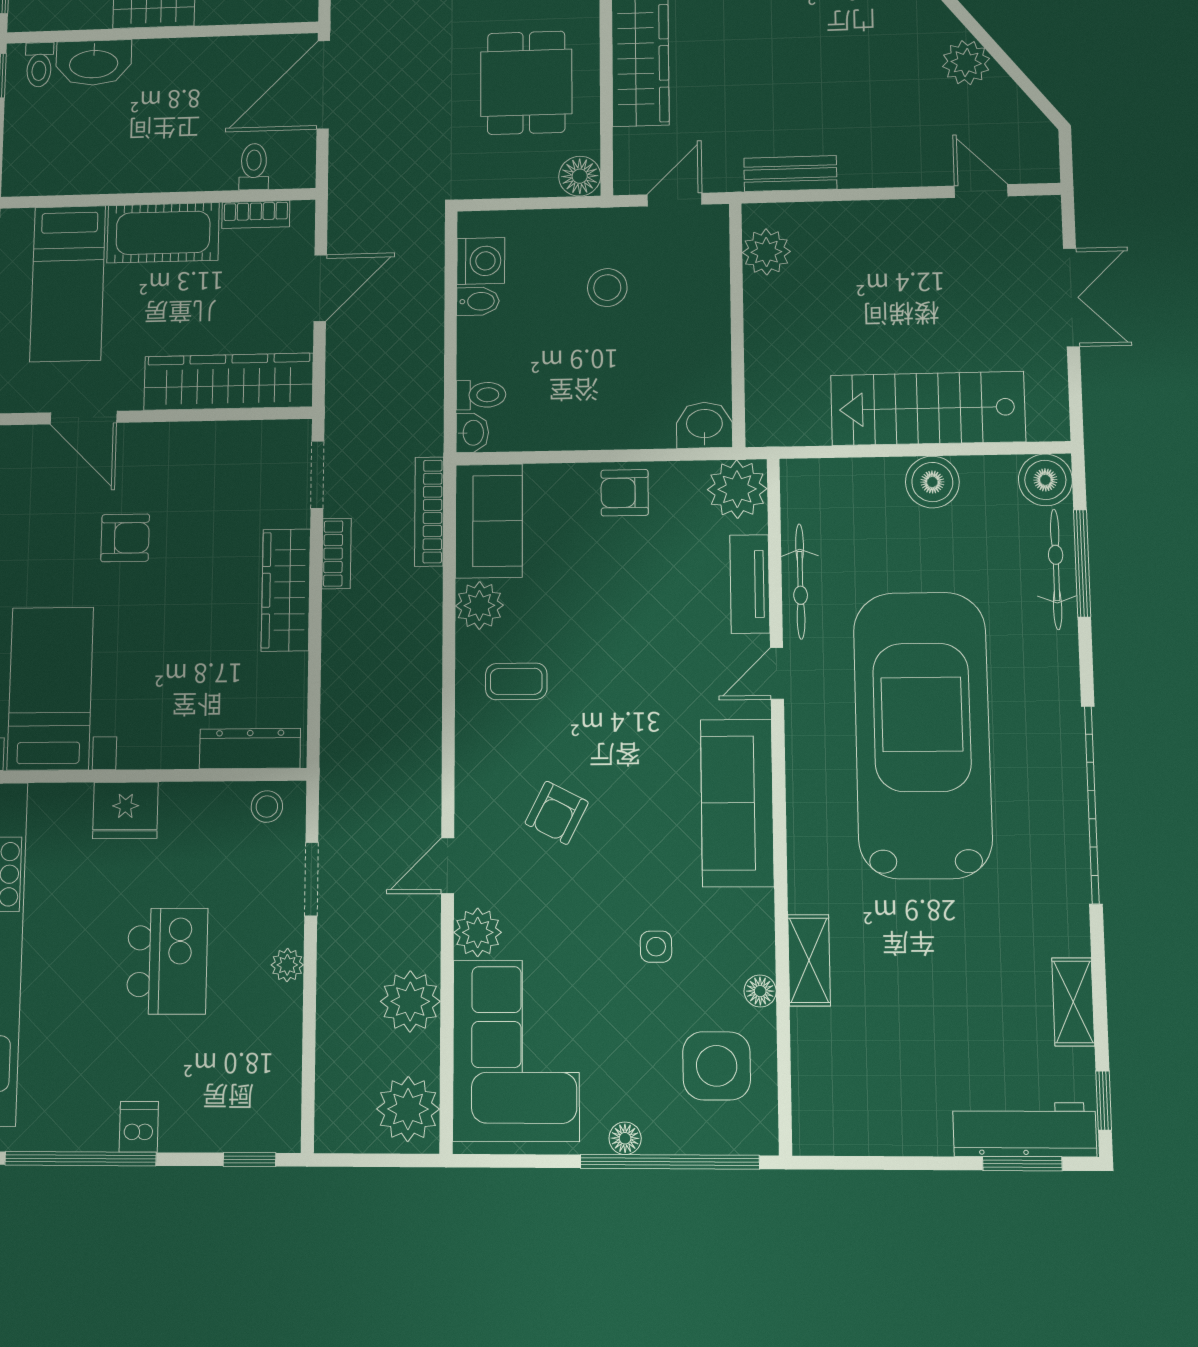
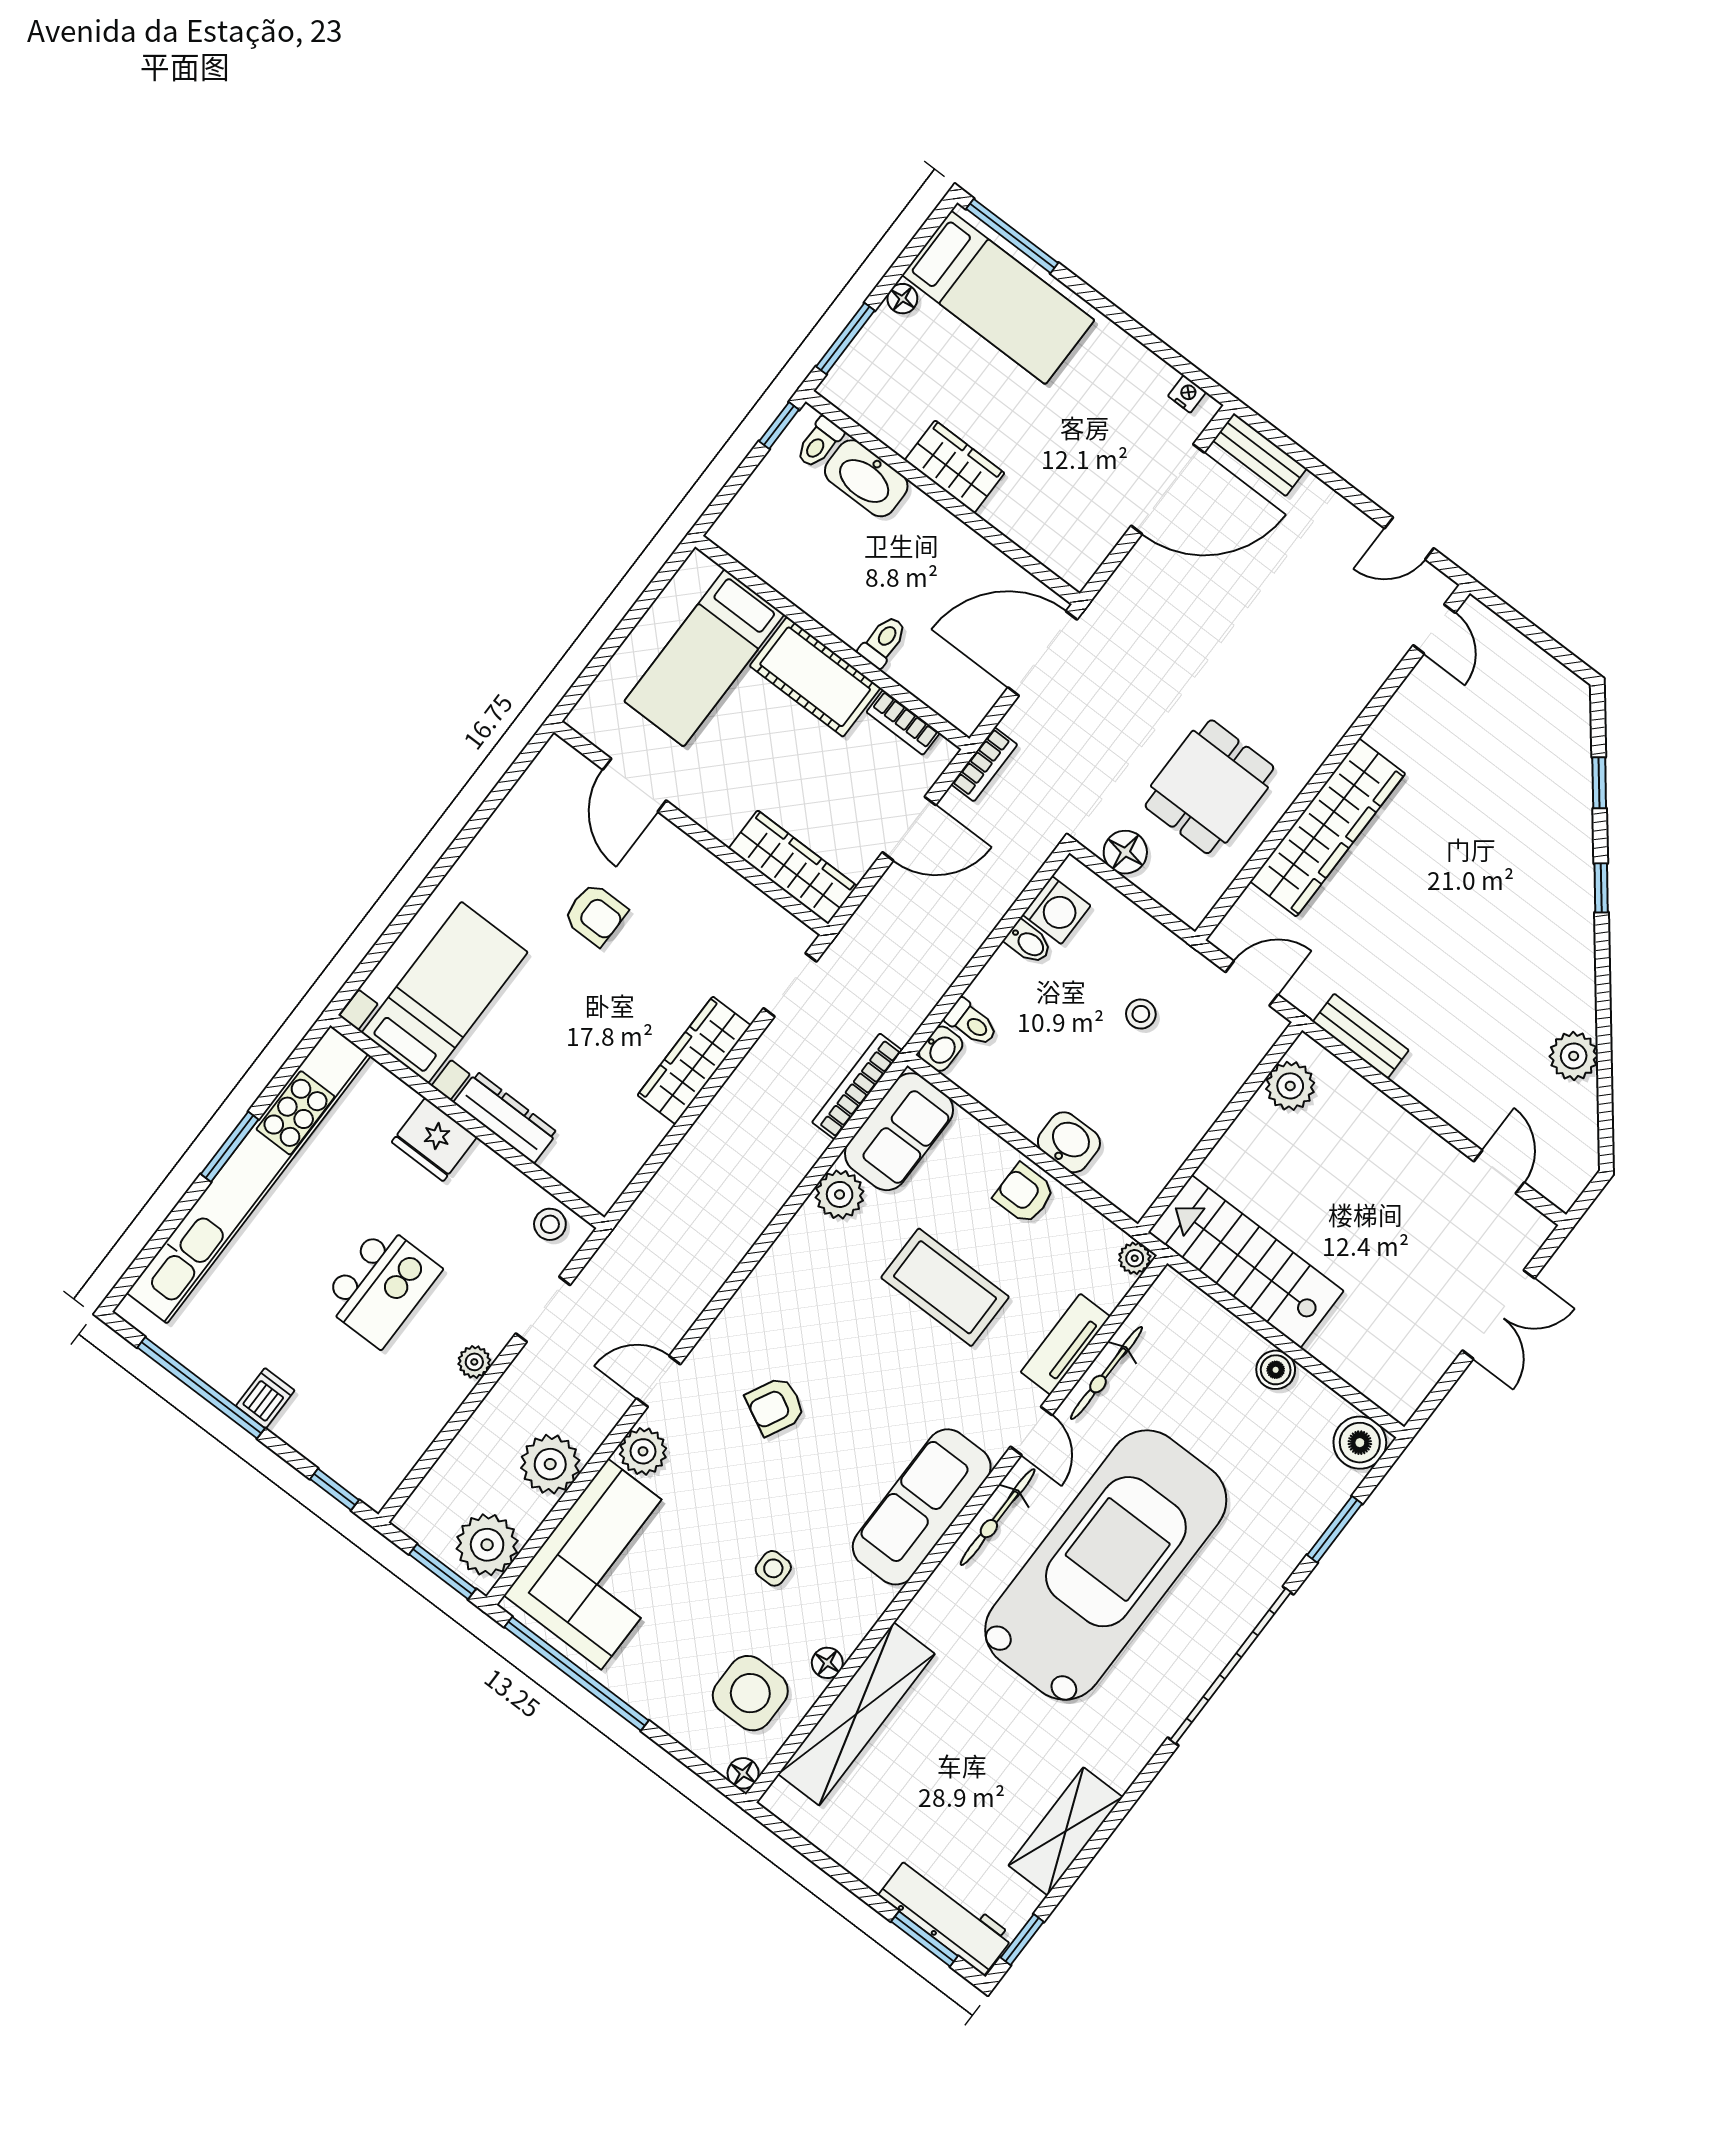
toilet: (254, 167) -> (883, 642), moved
floor lamp: (580, 176) -> (1125, 852), moved
stool: (607, 288) -> (1141, 1014), width x0.73, depth x0.73
wardrobe: (228, 382) -> (793, 867), width x0.71, depth x0.85
stairs: (928, 408) -> (1246, 1261), moved
washbasin: (704, 425) -> (1069, 1142), moved
boiler: (932, 482) -> (1276, 1370), width x0.73, depth x0.73
plant: (737, 489) -> (1135, 1258), width x0.53, depth x0.53
bookcase: (337, 554) -> (984, 764), moved
window: (1082, 563) -> (1335, 1529), width x0.69
bicycle: (1056, 569) -> (998, 1517), moved, turned 180
door: (777, 673) -> (1031, 1431), swing flipped
coffee table: (516, 681) -> (945, 1287), moved, width x1.86, depth x1.72
dresser: (250, 749) -> (505, 1117), moved
garage door: (1092, 804) -> (1231, 1666), moved
shelving: (809, 960) -> (856, 1714), width x2.20, depth x1.33
shelving: (1073, 1002) -> (1066, 1831), width x1.50, depth x1.33
floor lamp: (625, 1138) -> (743, 1773), moved
window: (388, 1160) -> (442, 1572), added
window: (670, 1162) -> (576, 1674), moved

